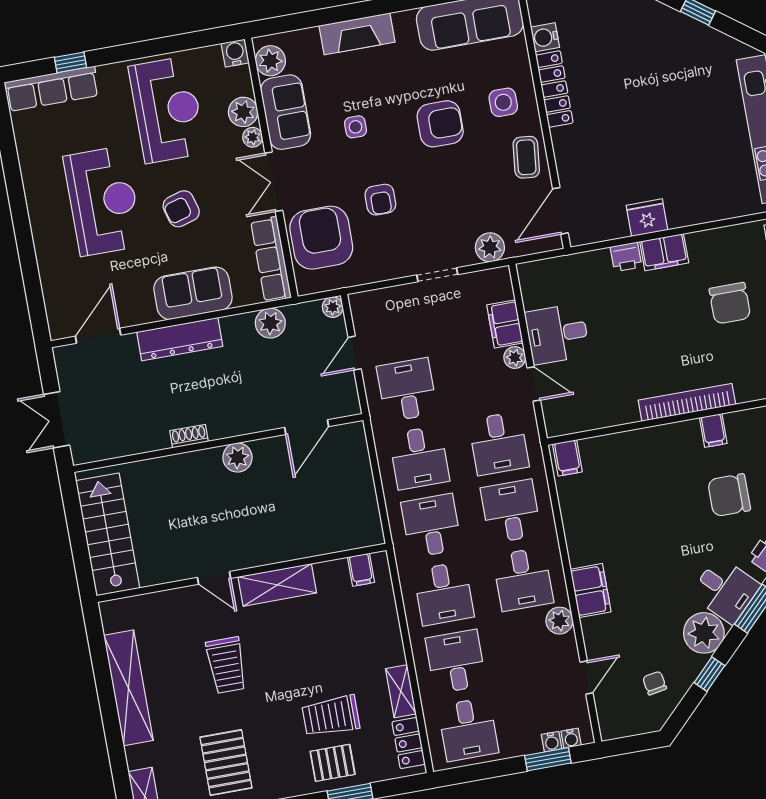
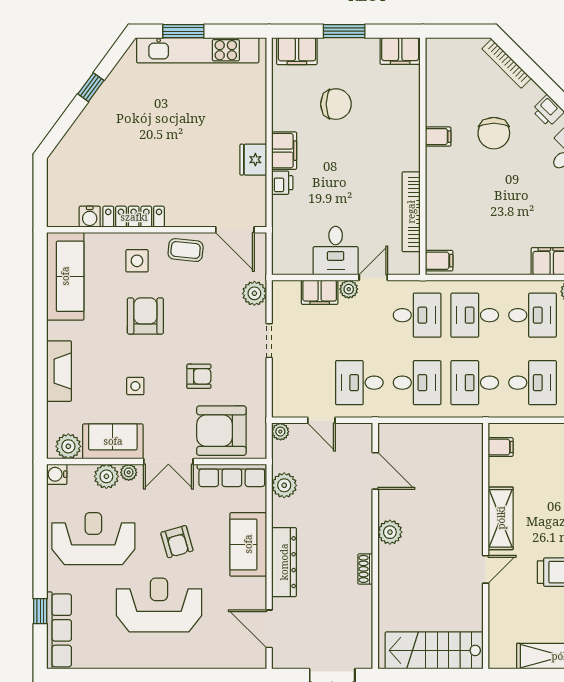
bookcase: (687, 402) -> (411, 212), moved

